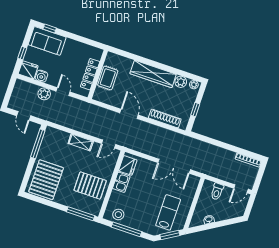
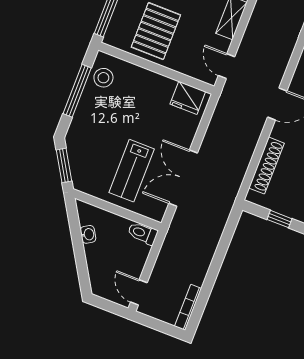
kitchen sink: (121, 182) -> (159, 85), removed
toilet: (217, 192) -> (143, 233), moved
lab bench: (168, 212) -> (132, 171), moved, turned 90

